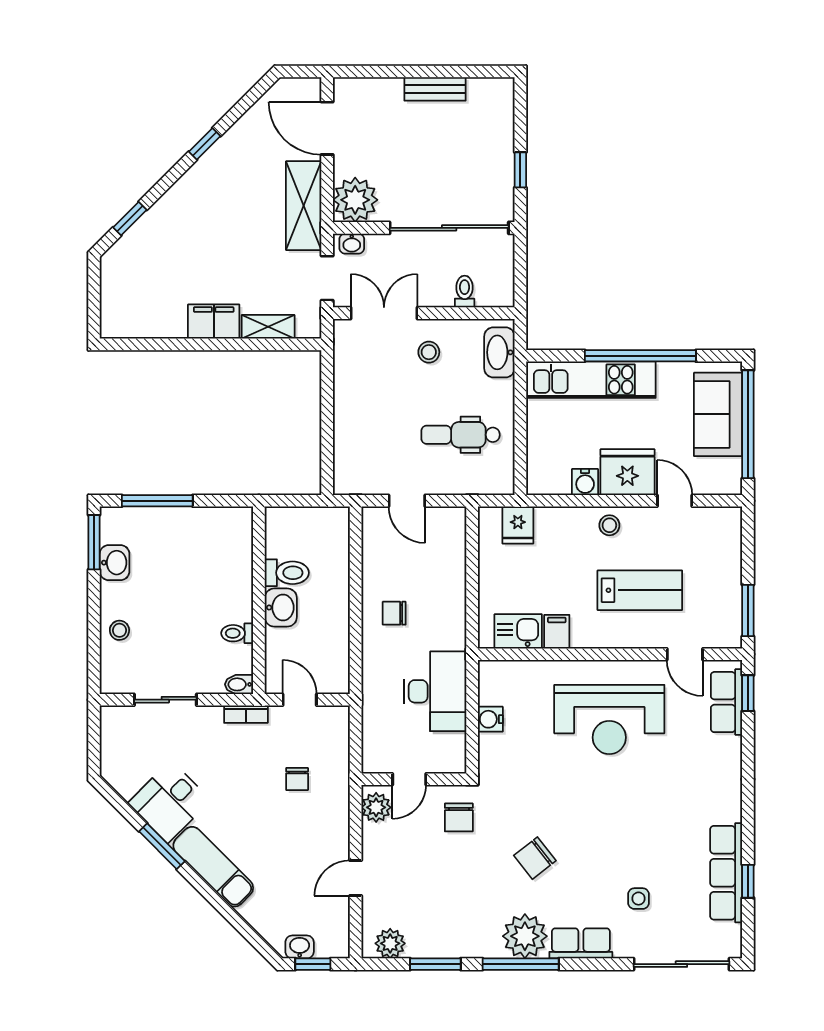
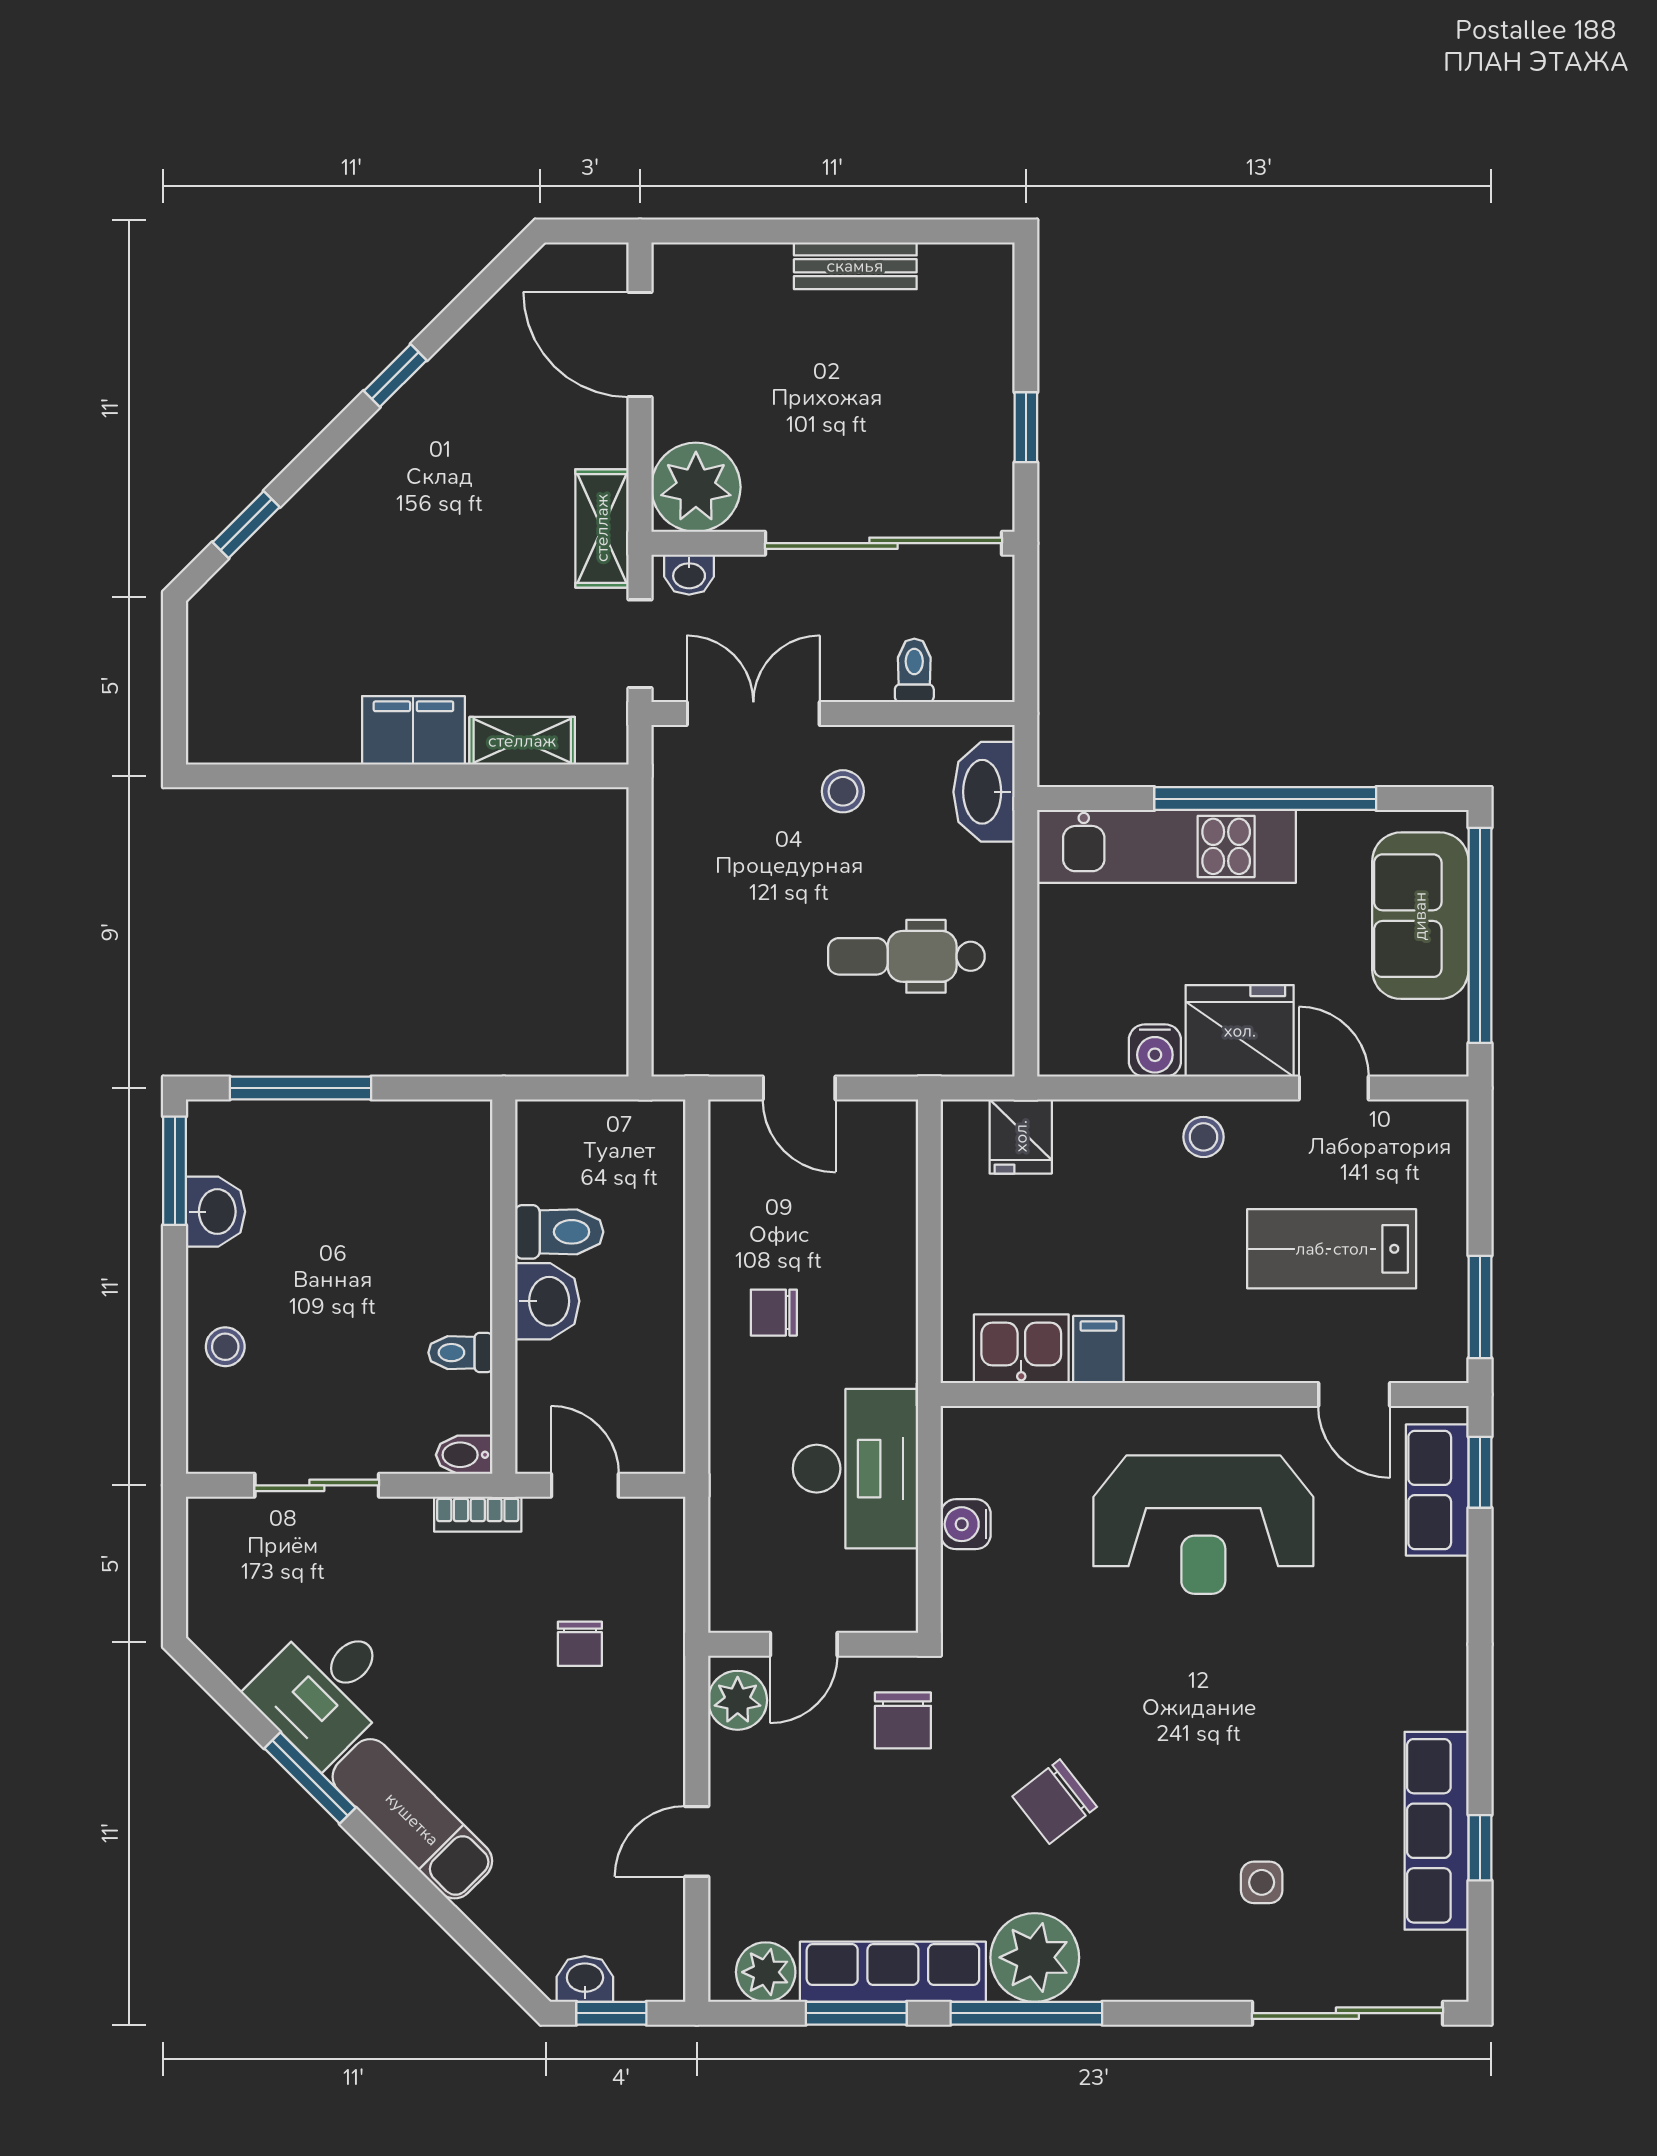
shelving: (304, 206) -> (602, 528), width x0.67, depth x0.75
lab bench: (640, 590) -> (1332, 1249), moved, turned 180
row of seats: (581, 943) -> (893, 1972), moved, width x1.48

